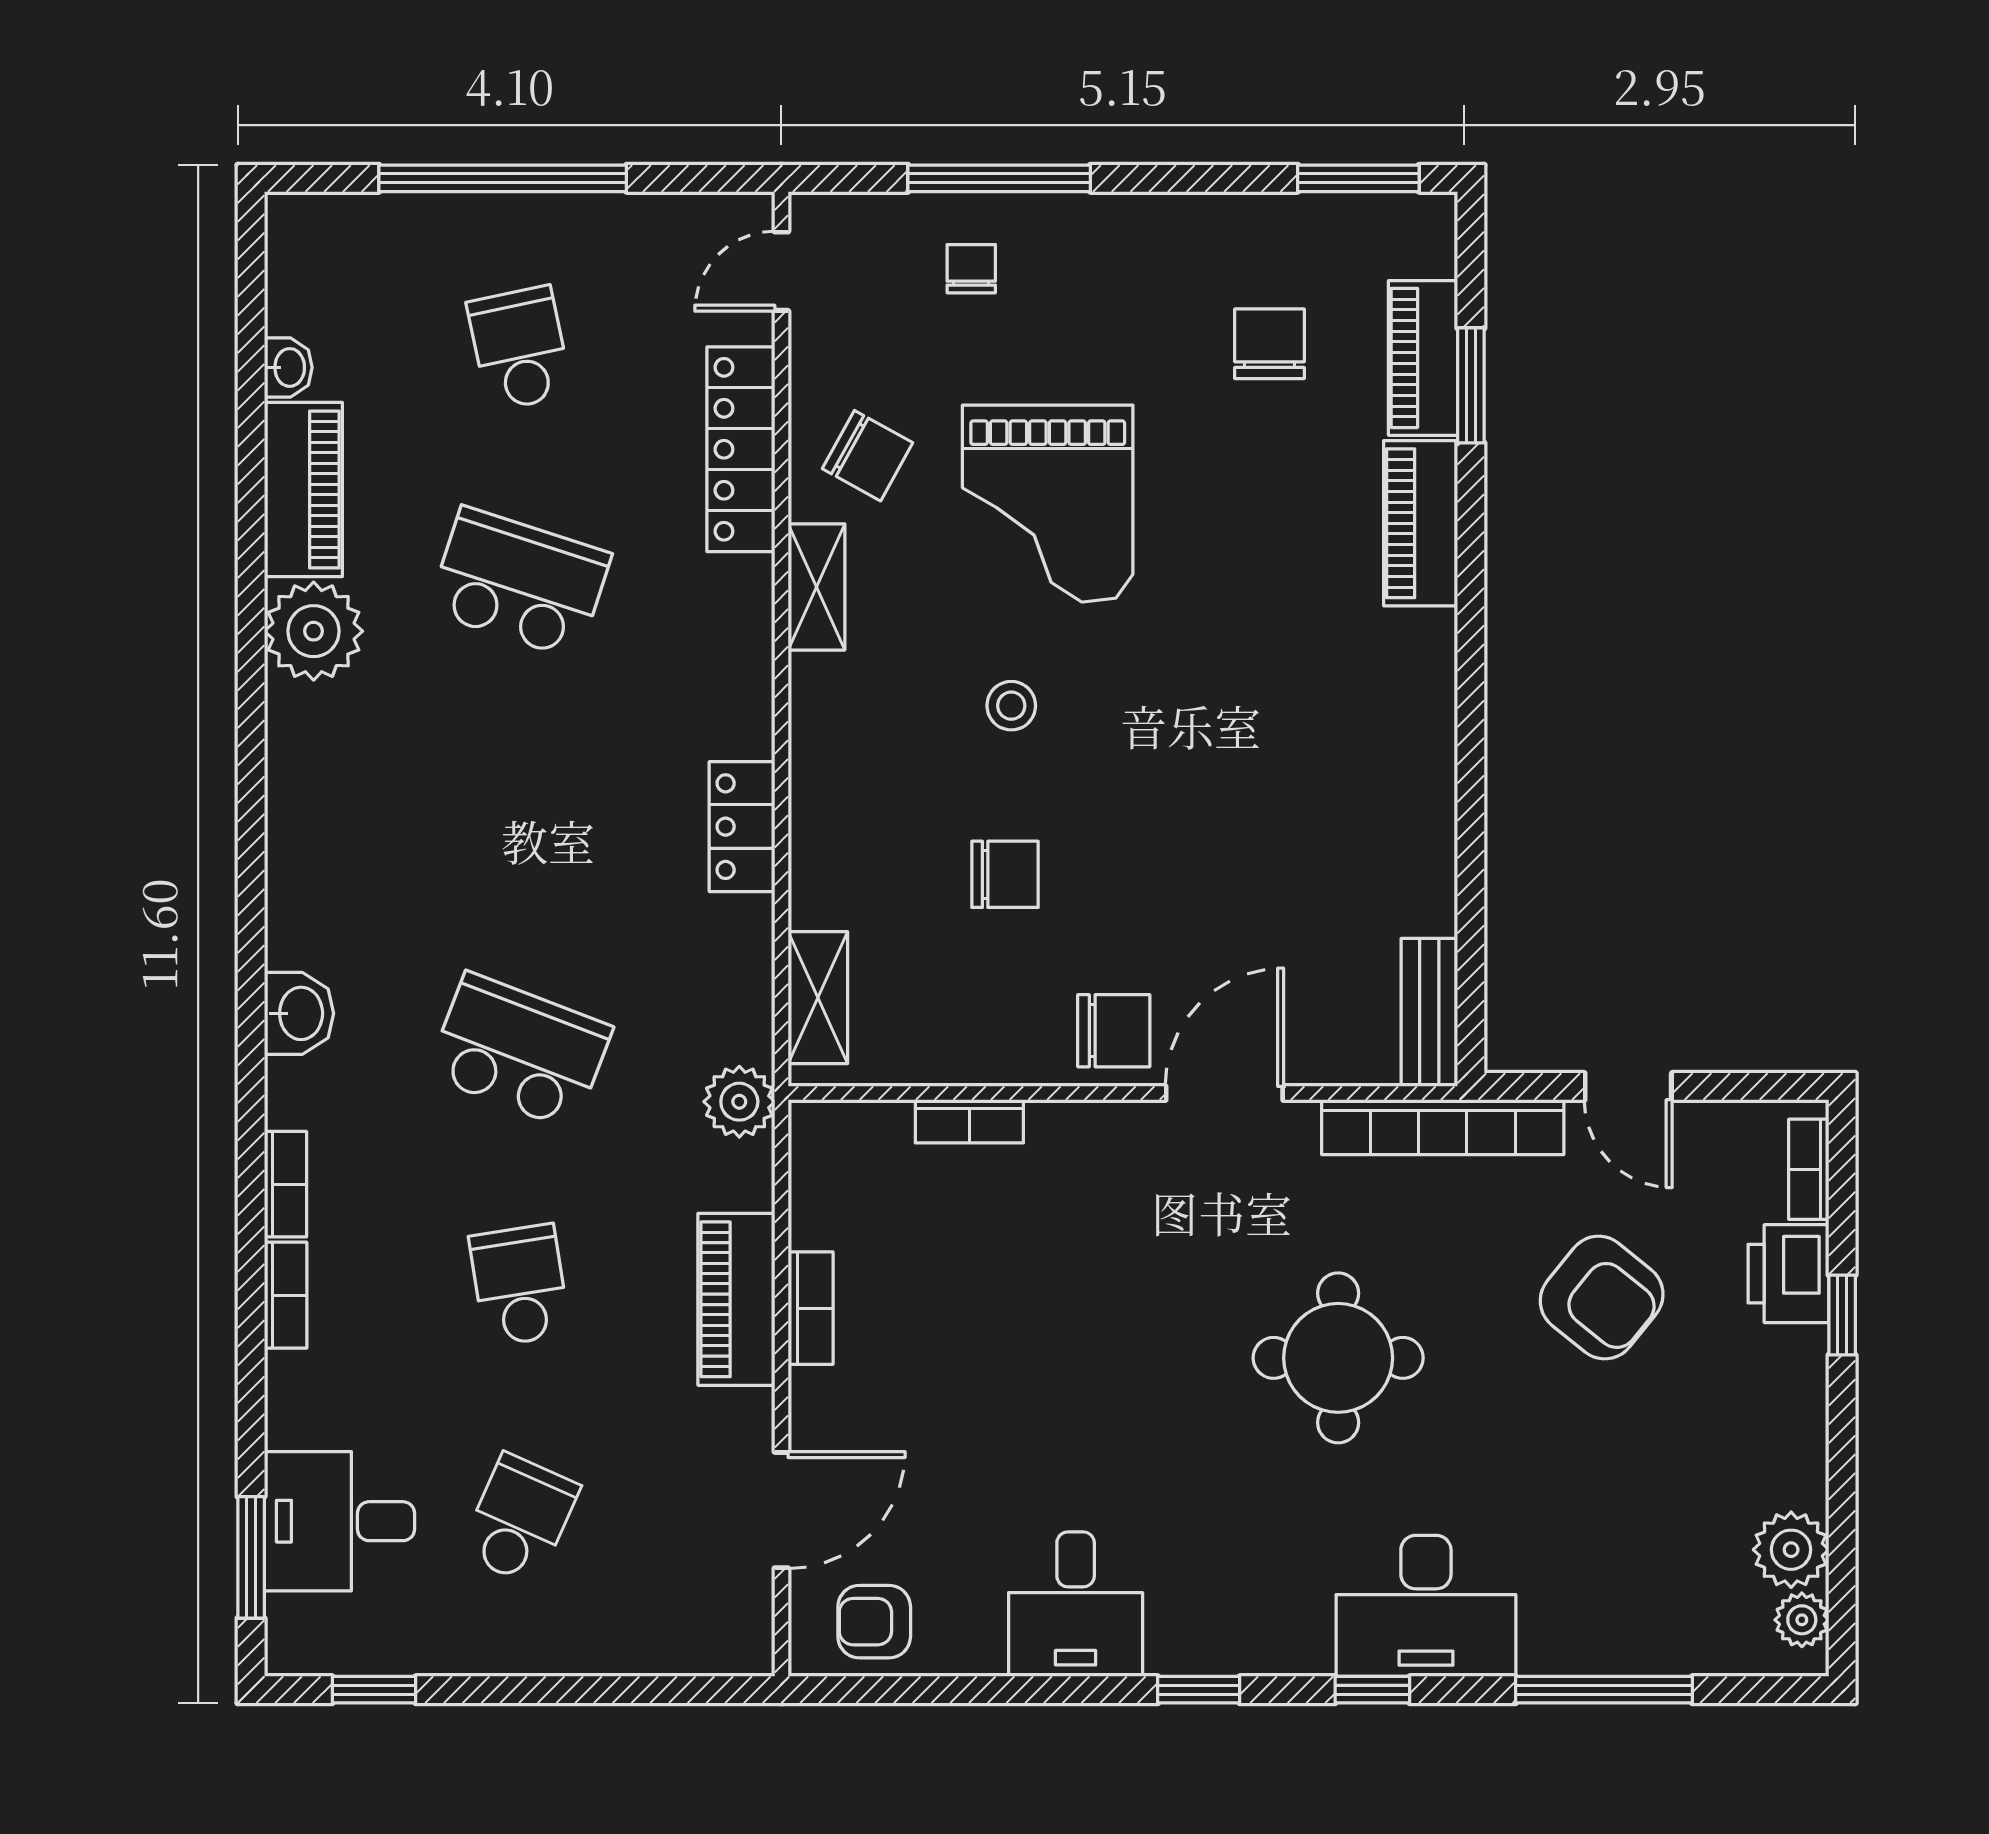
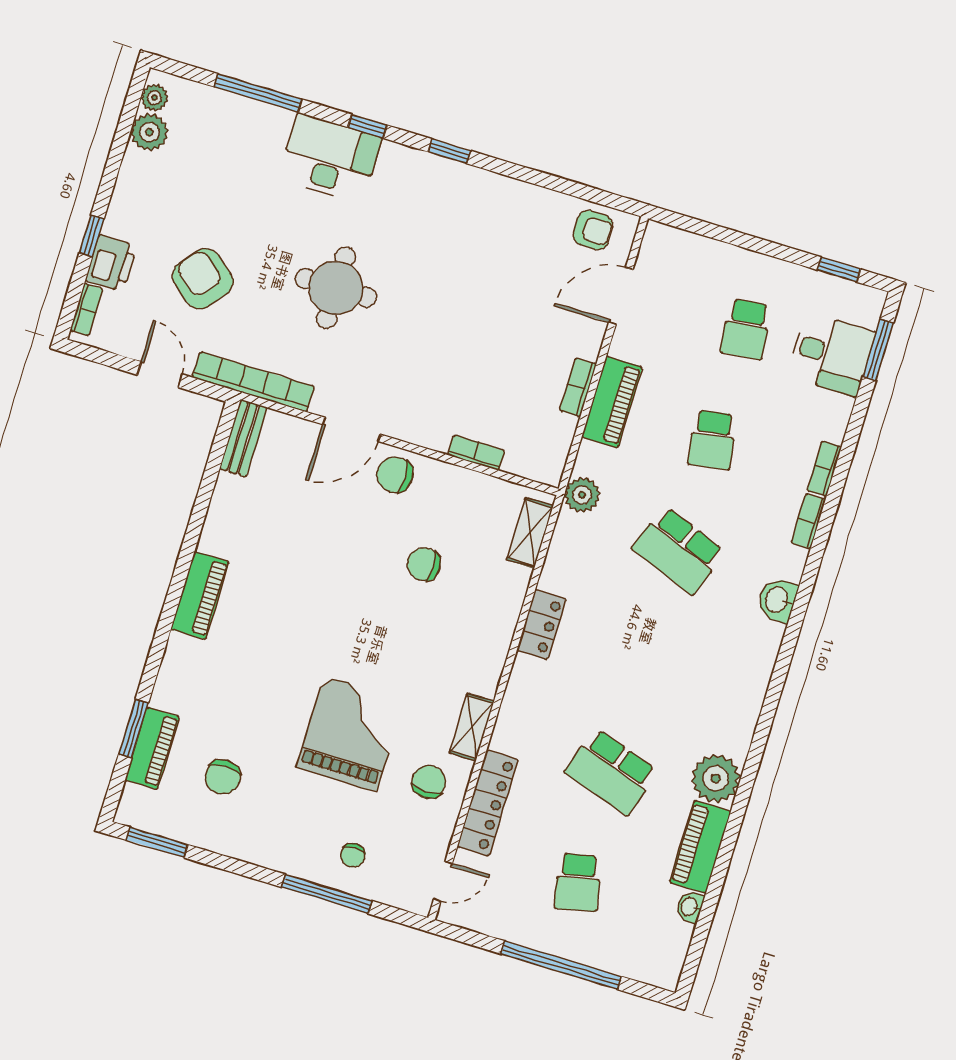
chair: (867, 456) -> (429, 782), turned 61
piano: (1421, 523) -> (200, 595), moved
stool: (1011, 706) -> (397, 643), removed
school desk: (520, 1519) -> (746, 329), turned -30
desk: (1076, 1604) -> (495, 209), removed

